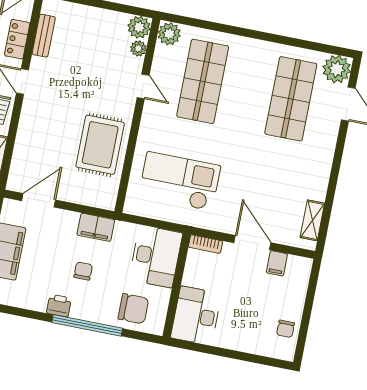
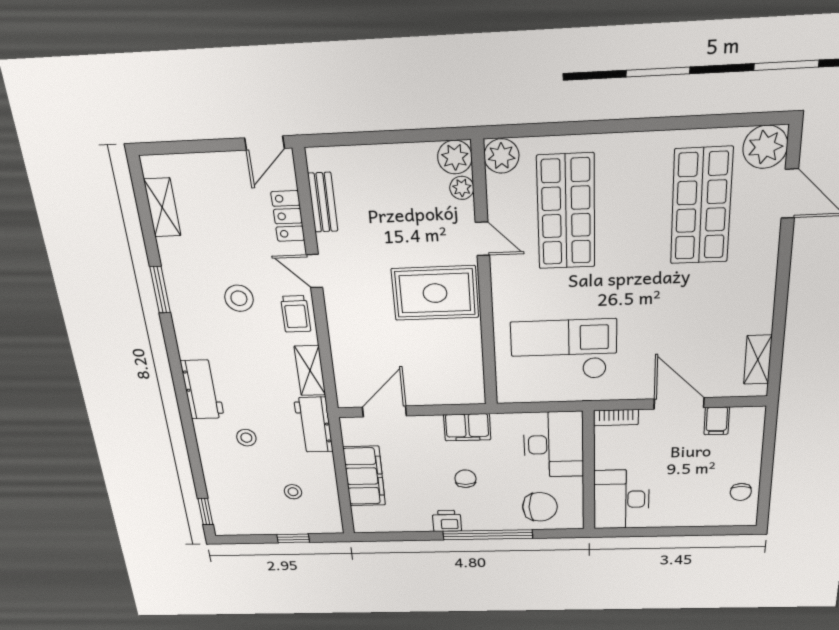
rug: (100, 145) -> (435, 293), moved, turned 90

